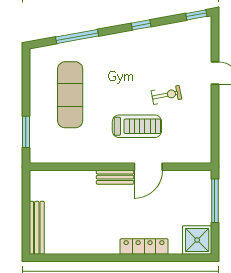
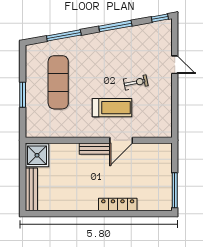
window: (141, 25) -> (115, 26), width x2.17
window: (26, 132) -> (23, 95), moved
window: (215, 201) -> (175, 190), moved
shower: (197, 240) -> (37, 155), moved

